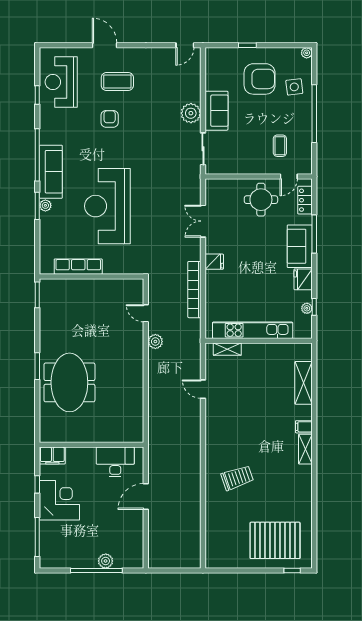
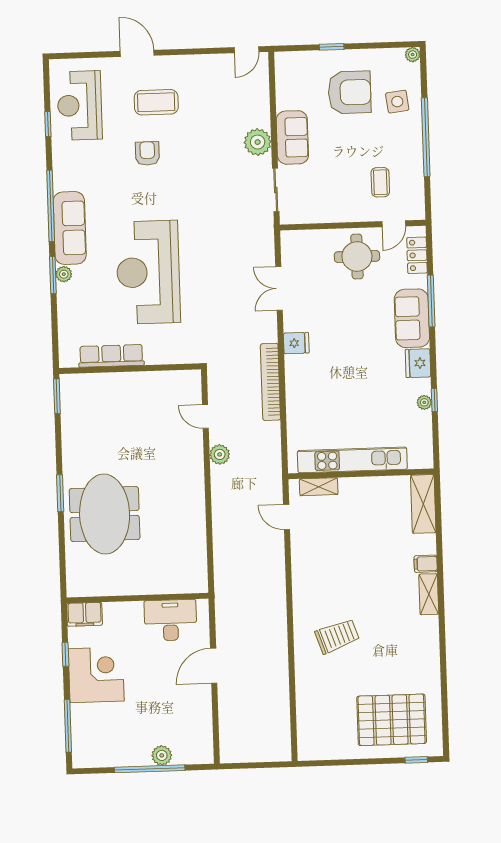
kitchen unit: (253, 330) -> (352, 460), moved
wall: (259, 341) -> (361, 474), moved
shelving: (227, 349) -> (319, 487), moved

